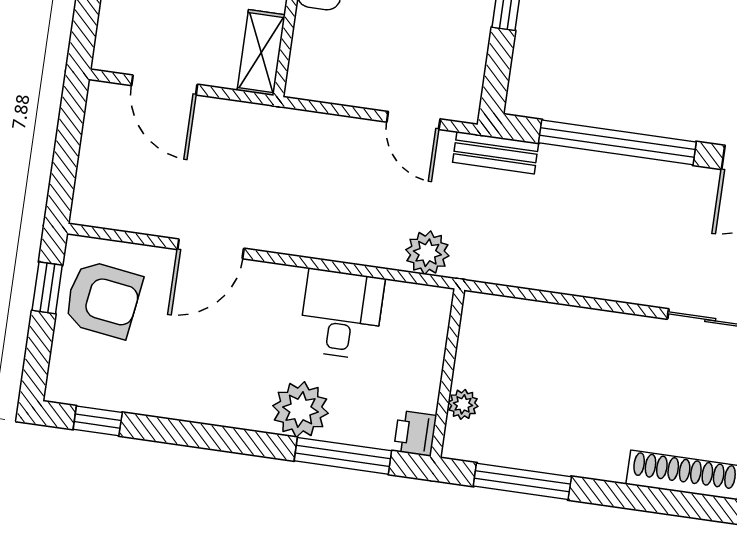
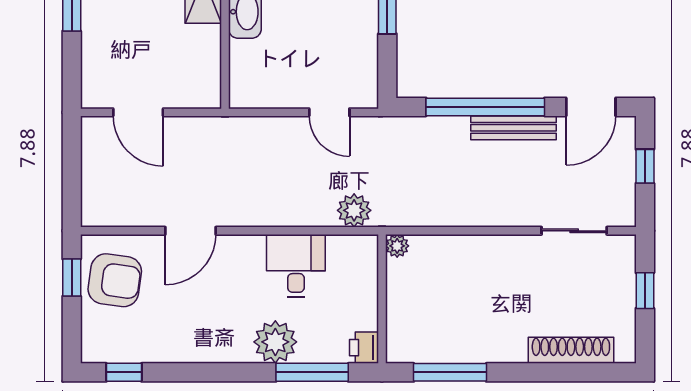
shelving: (261, 53) -> (207, 78), removed
bench: (496, 153) -> (514, 128), moved, width x1.36
plant: (463, 404) -> (397, 246), moved

